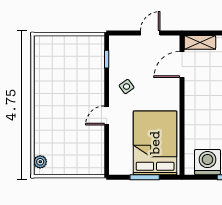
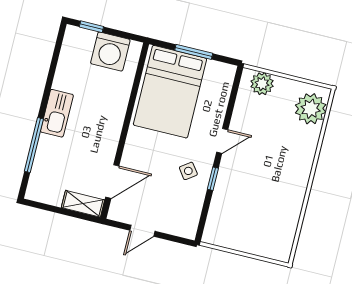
window: (107, 59) -> (213, 179), moved
plant: (40, 162) -> (311, 109), width x1.87, depth x1.87
plant: (87, 166) -> (262, 84), added

